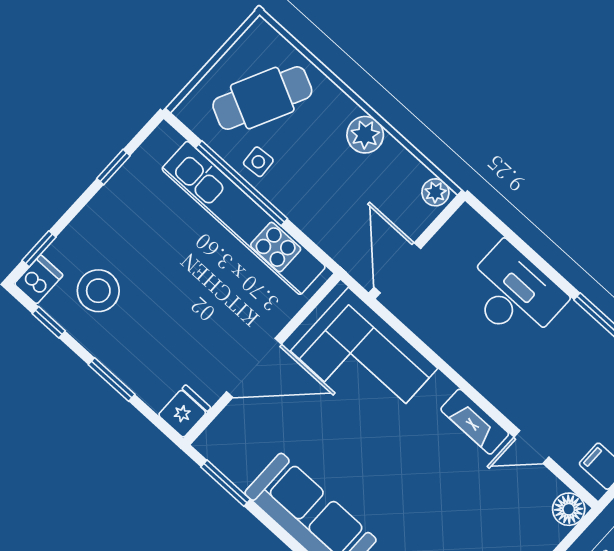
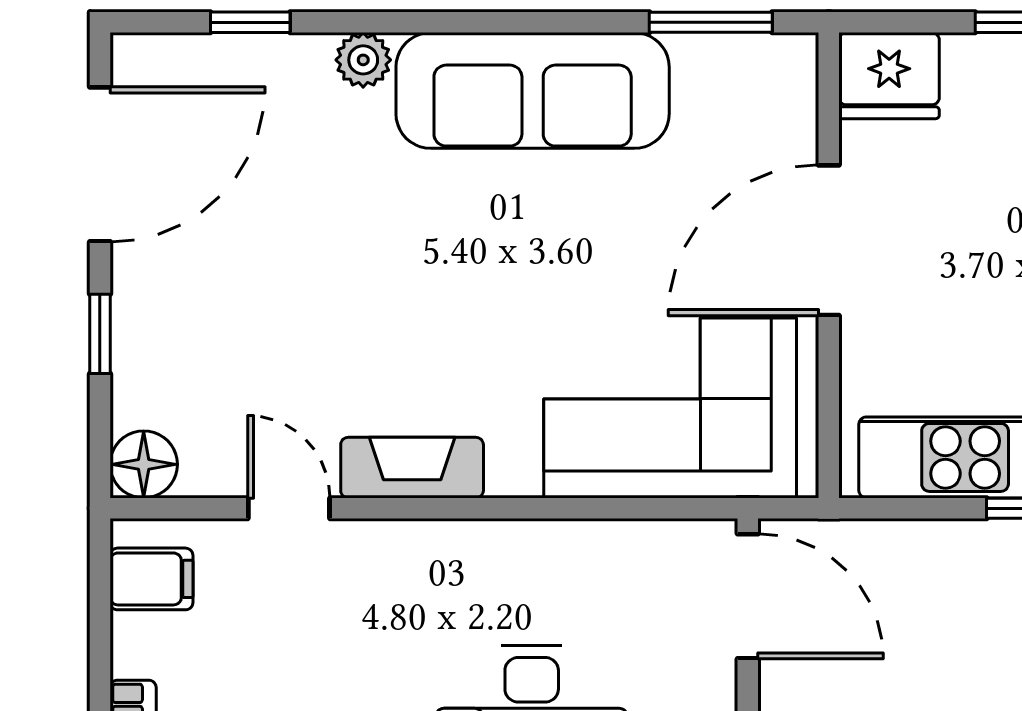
fridge: (184, 411) -> (889, 76), width x1.38
door: (531, 447) -> (289, 508), hinge flipped

